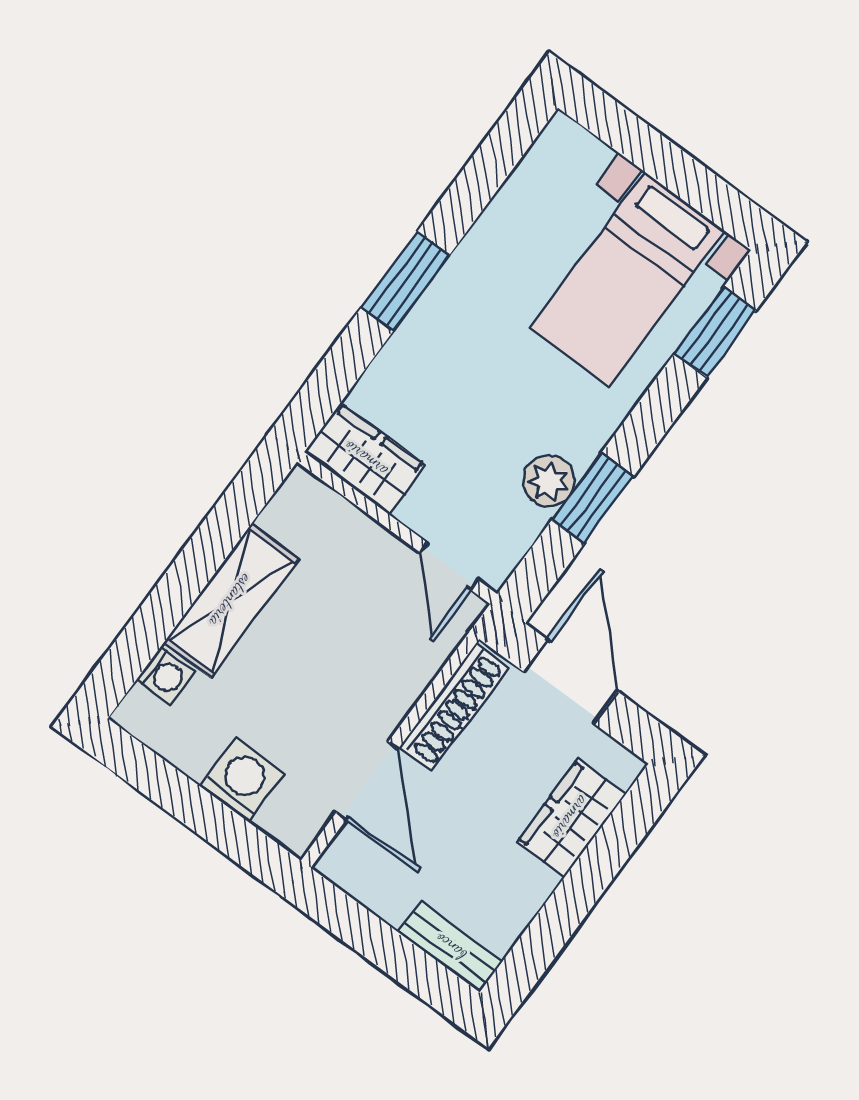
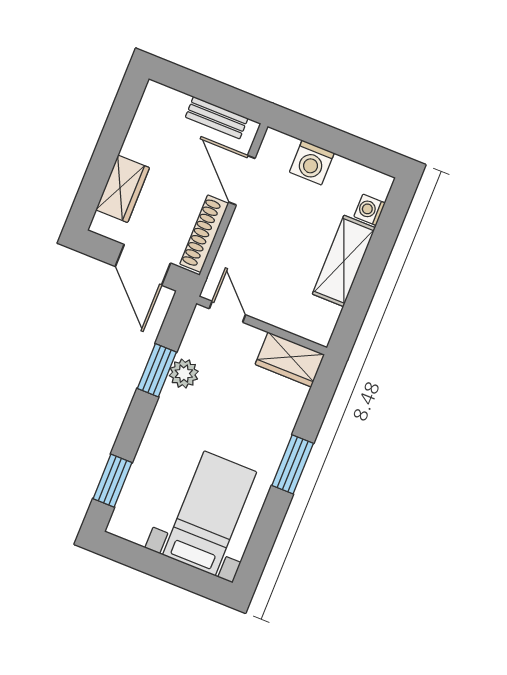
bed with nightstands: (627, 280) -> (210, 513), moved
bench: (450, 947) -> (217, 118), moved

